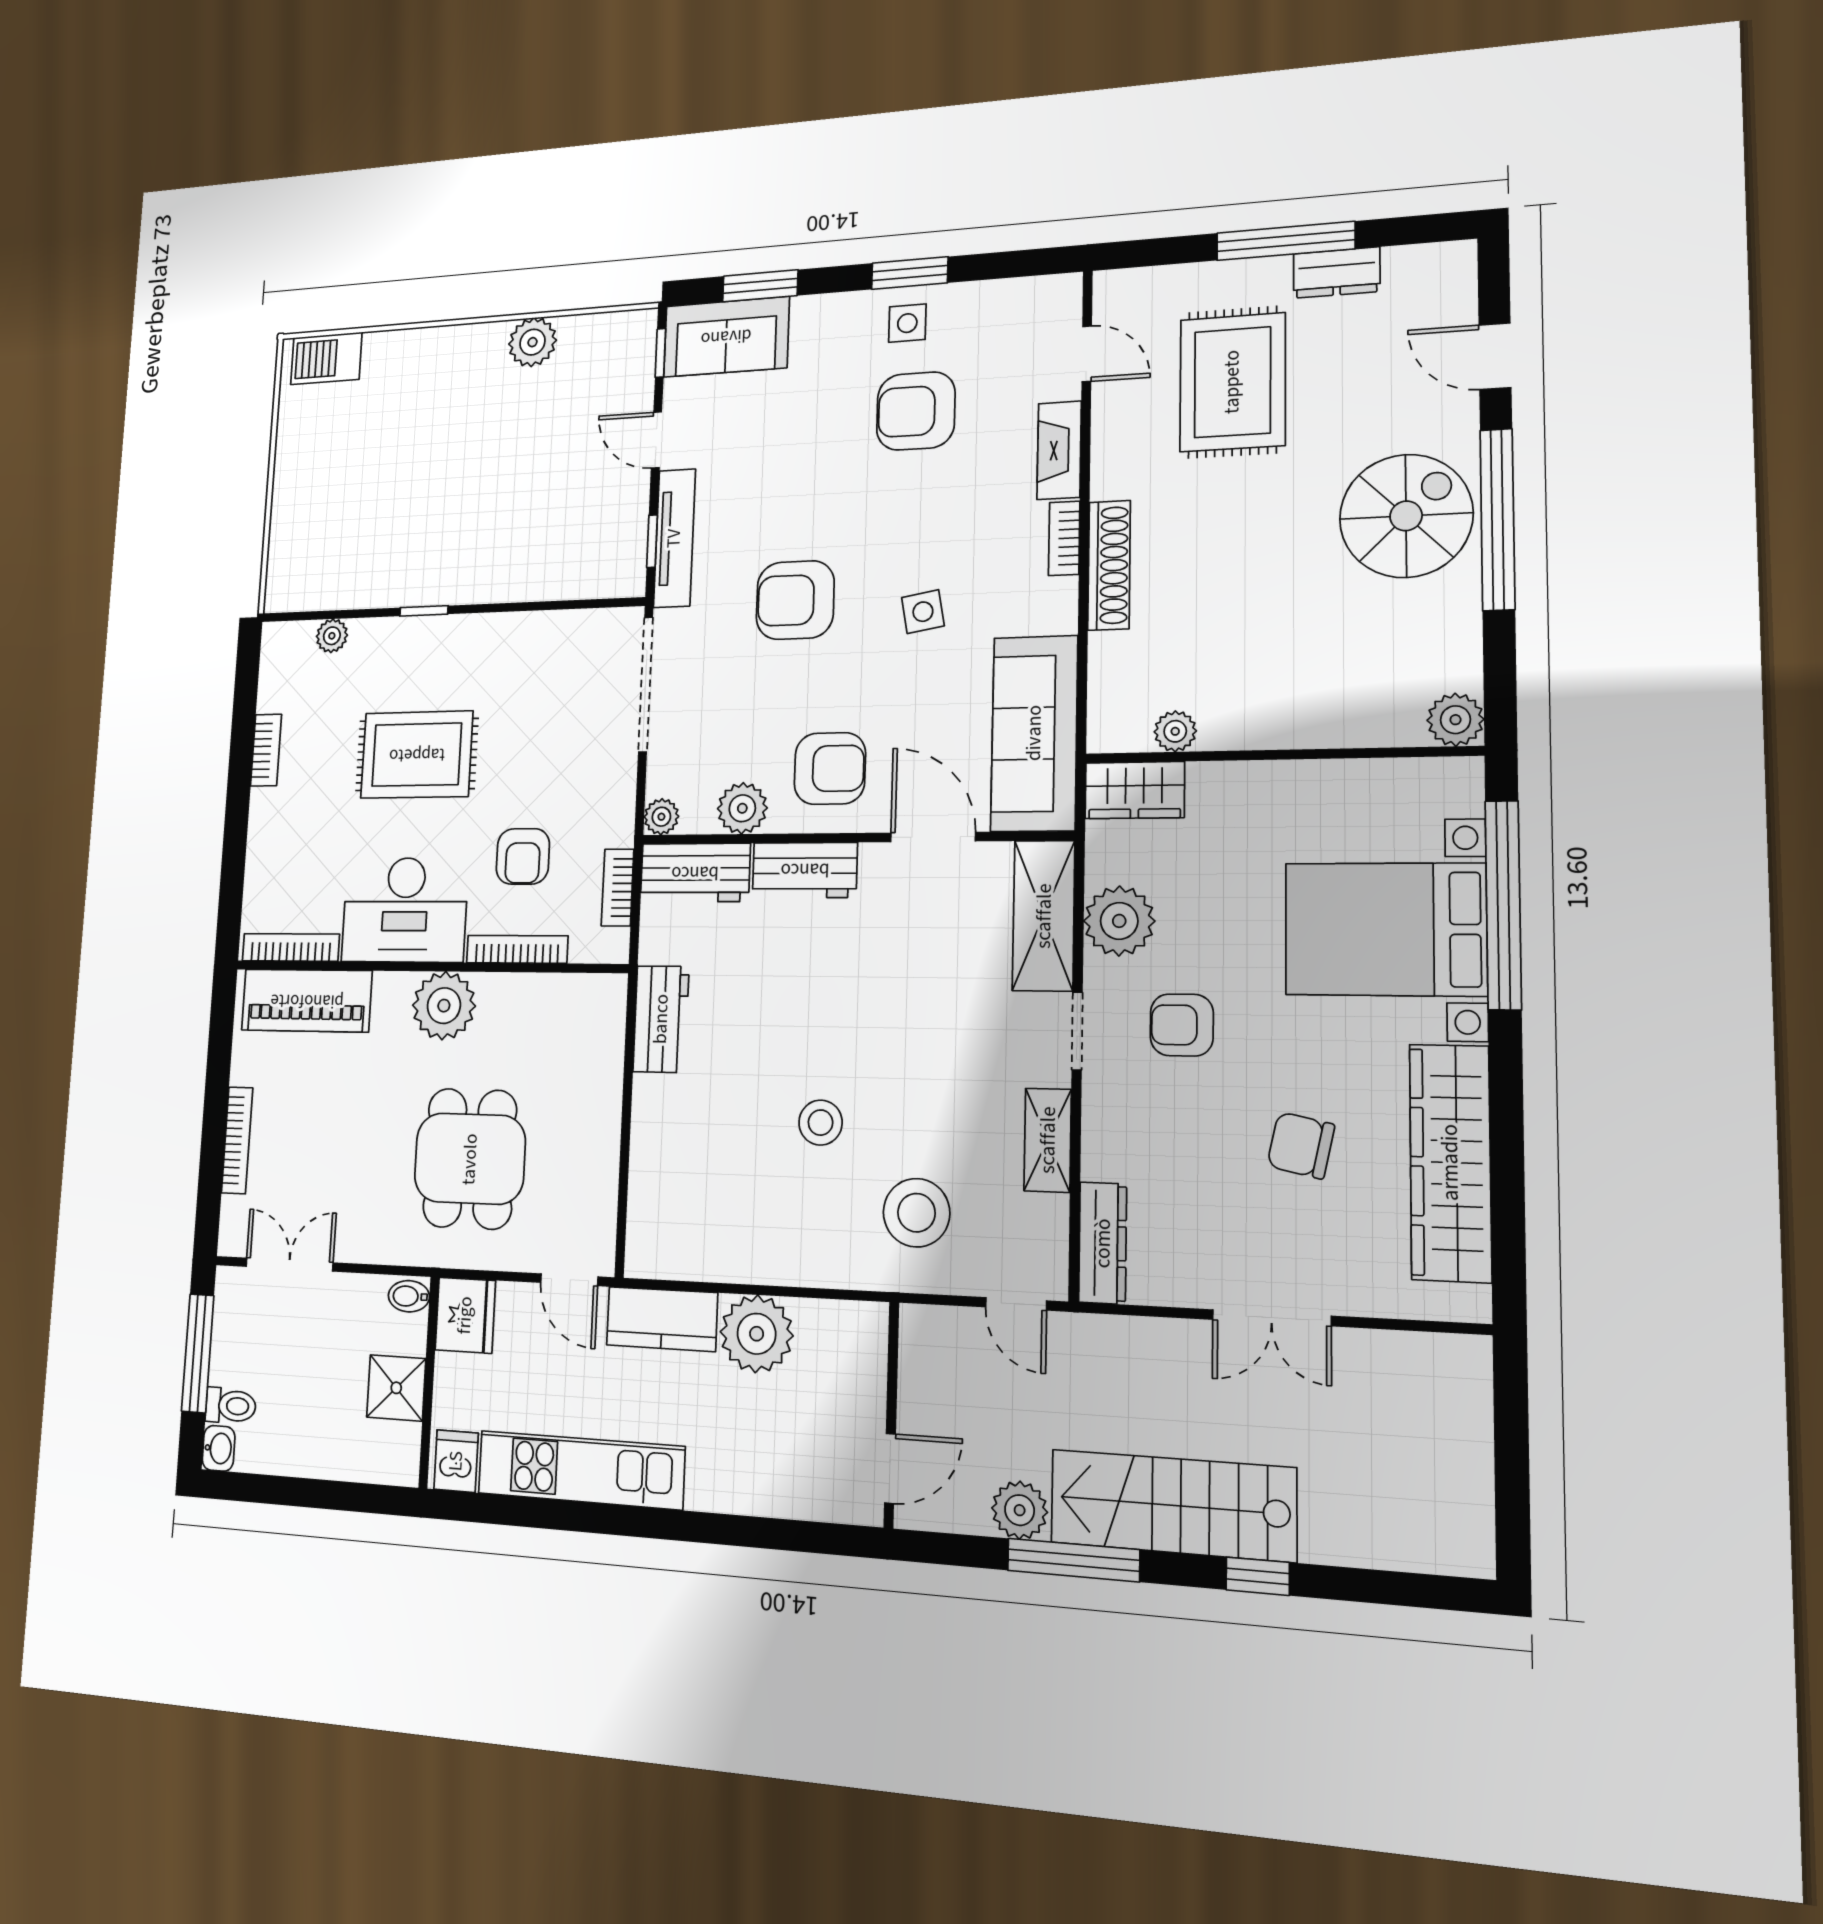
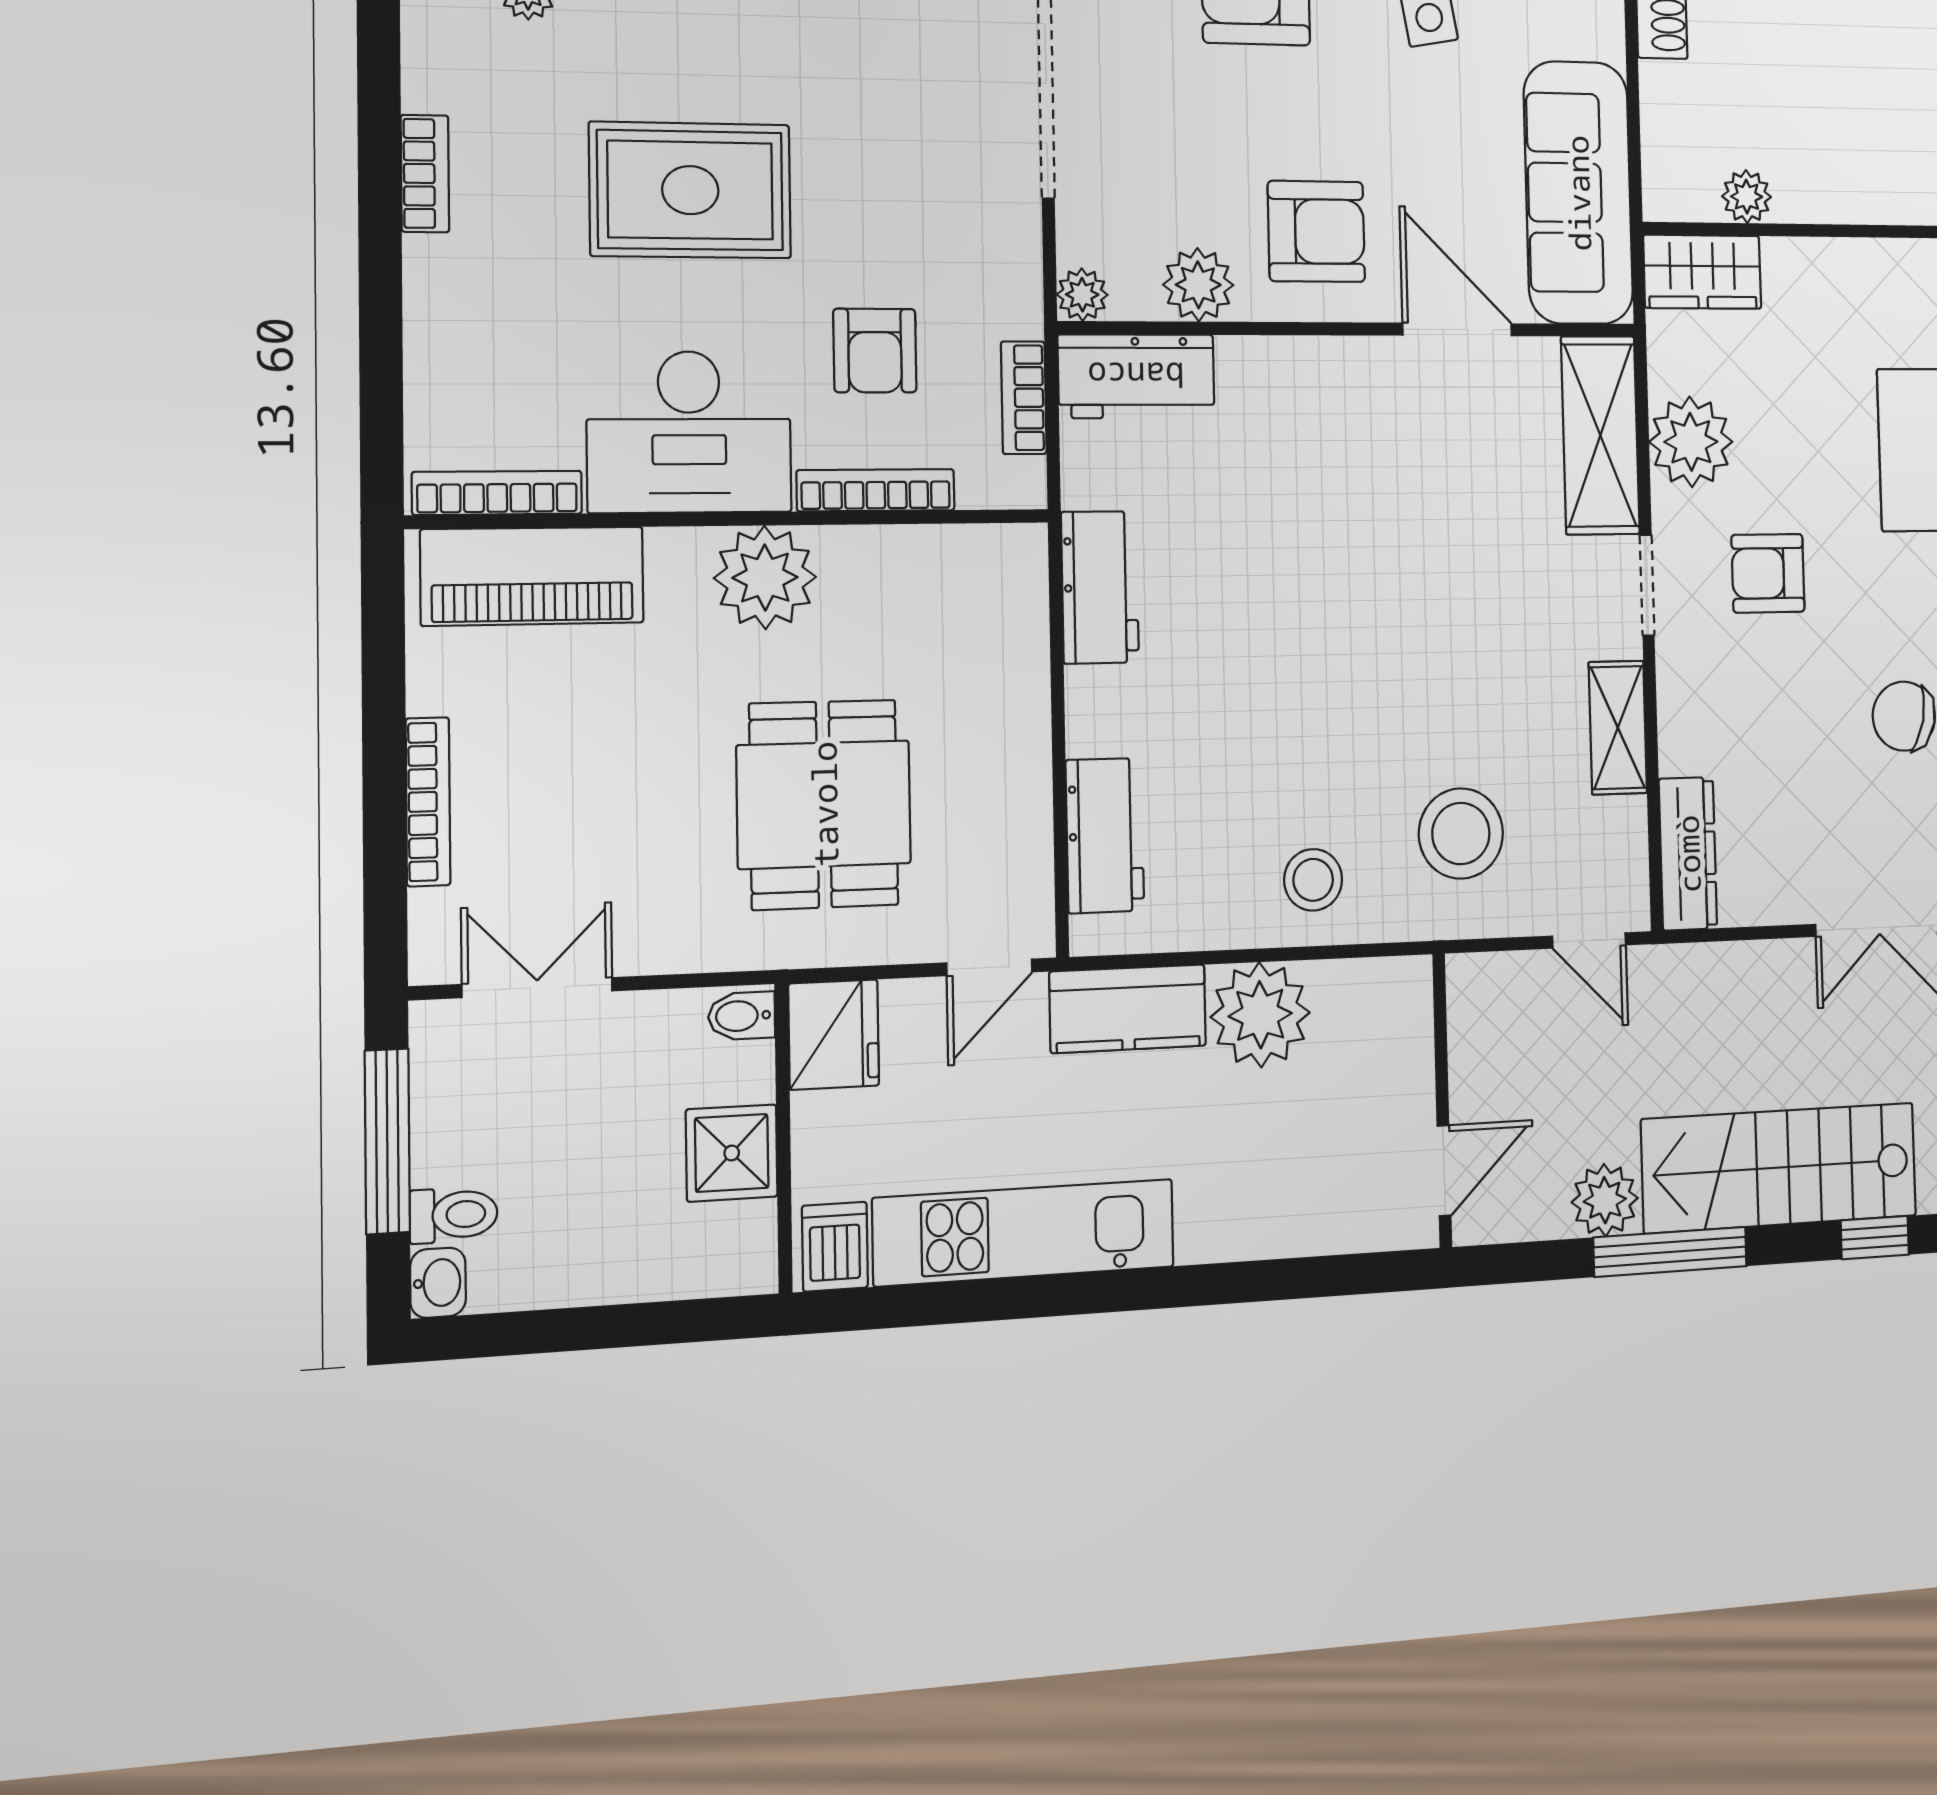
workbench: (805, 870) -> (1105, 835), moved, turned -90
stool: (821, 1123) -> (1313, 880), moved
door: (569, 1280) -> (989, 967), hinge flipped

